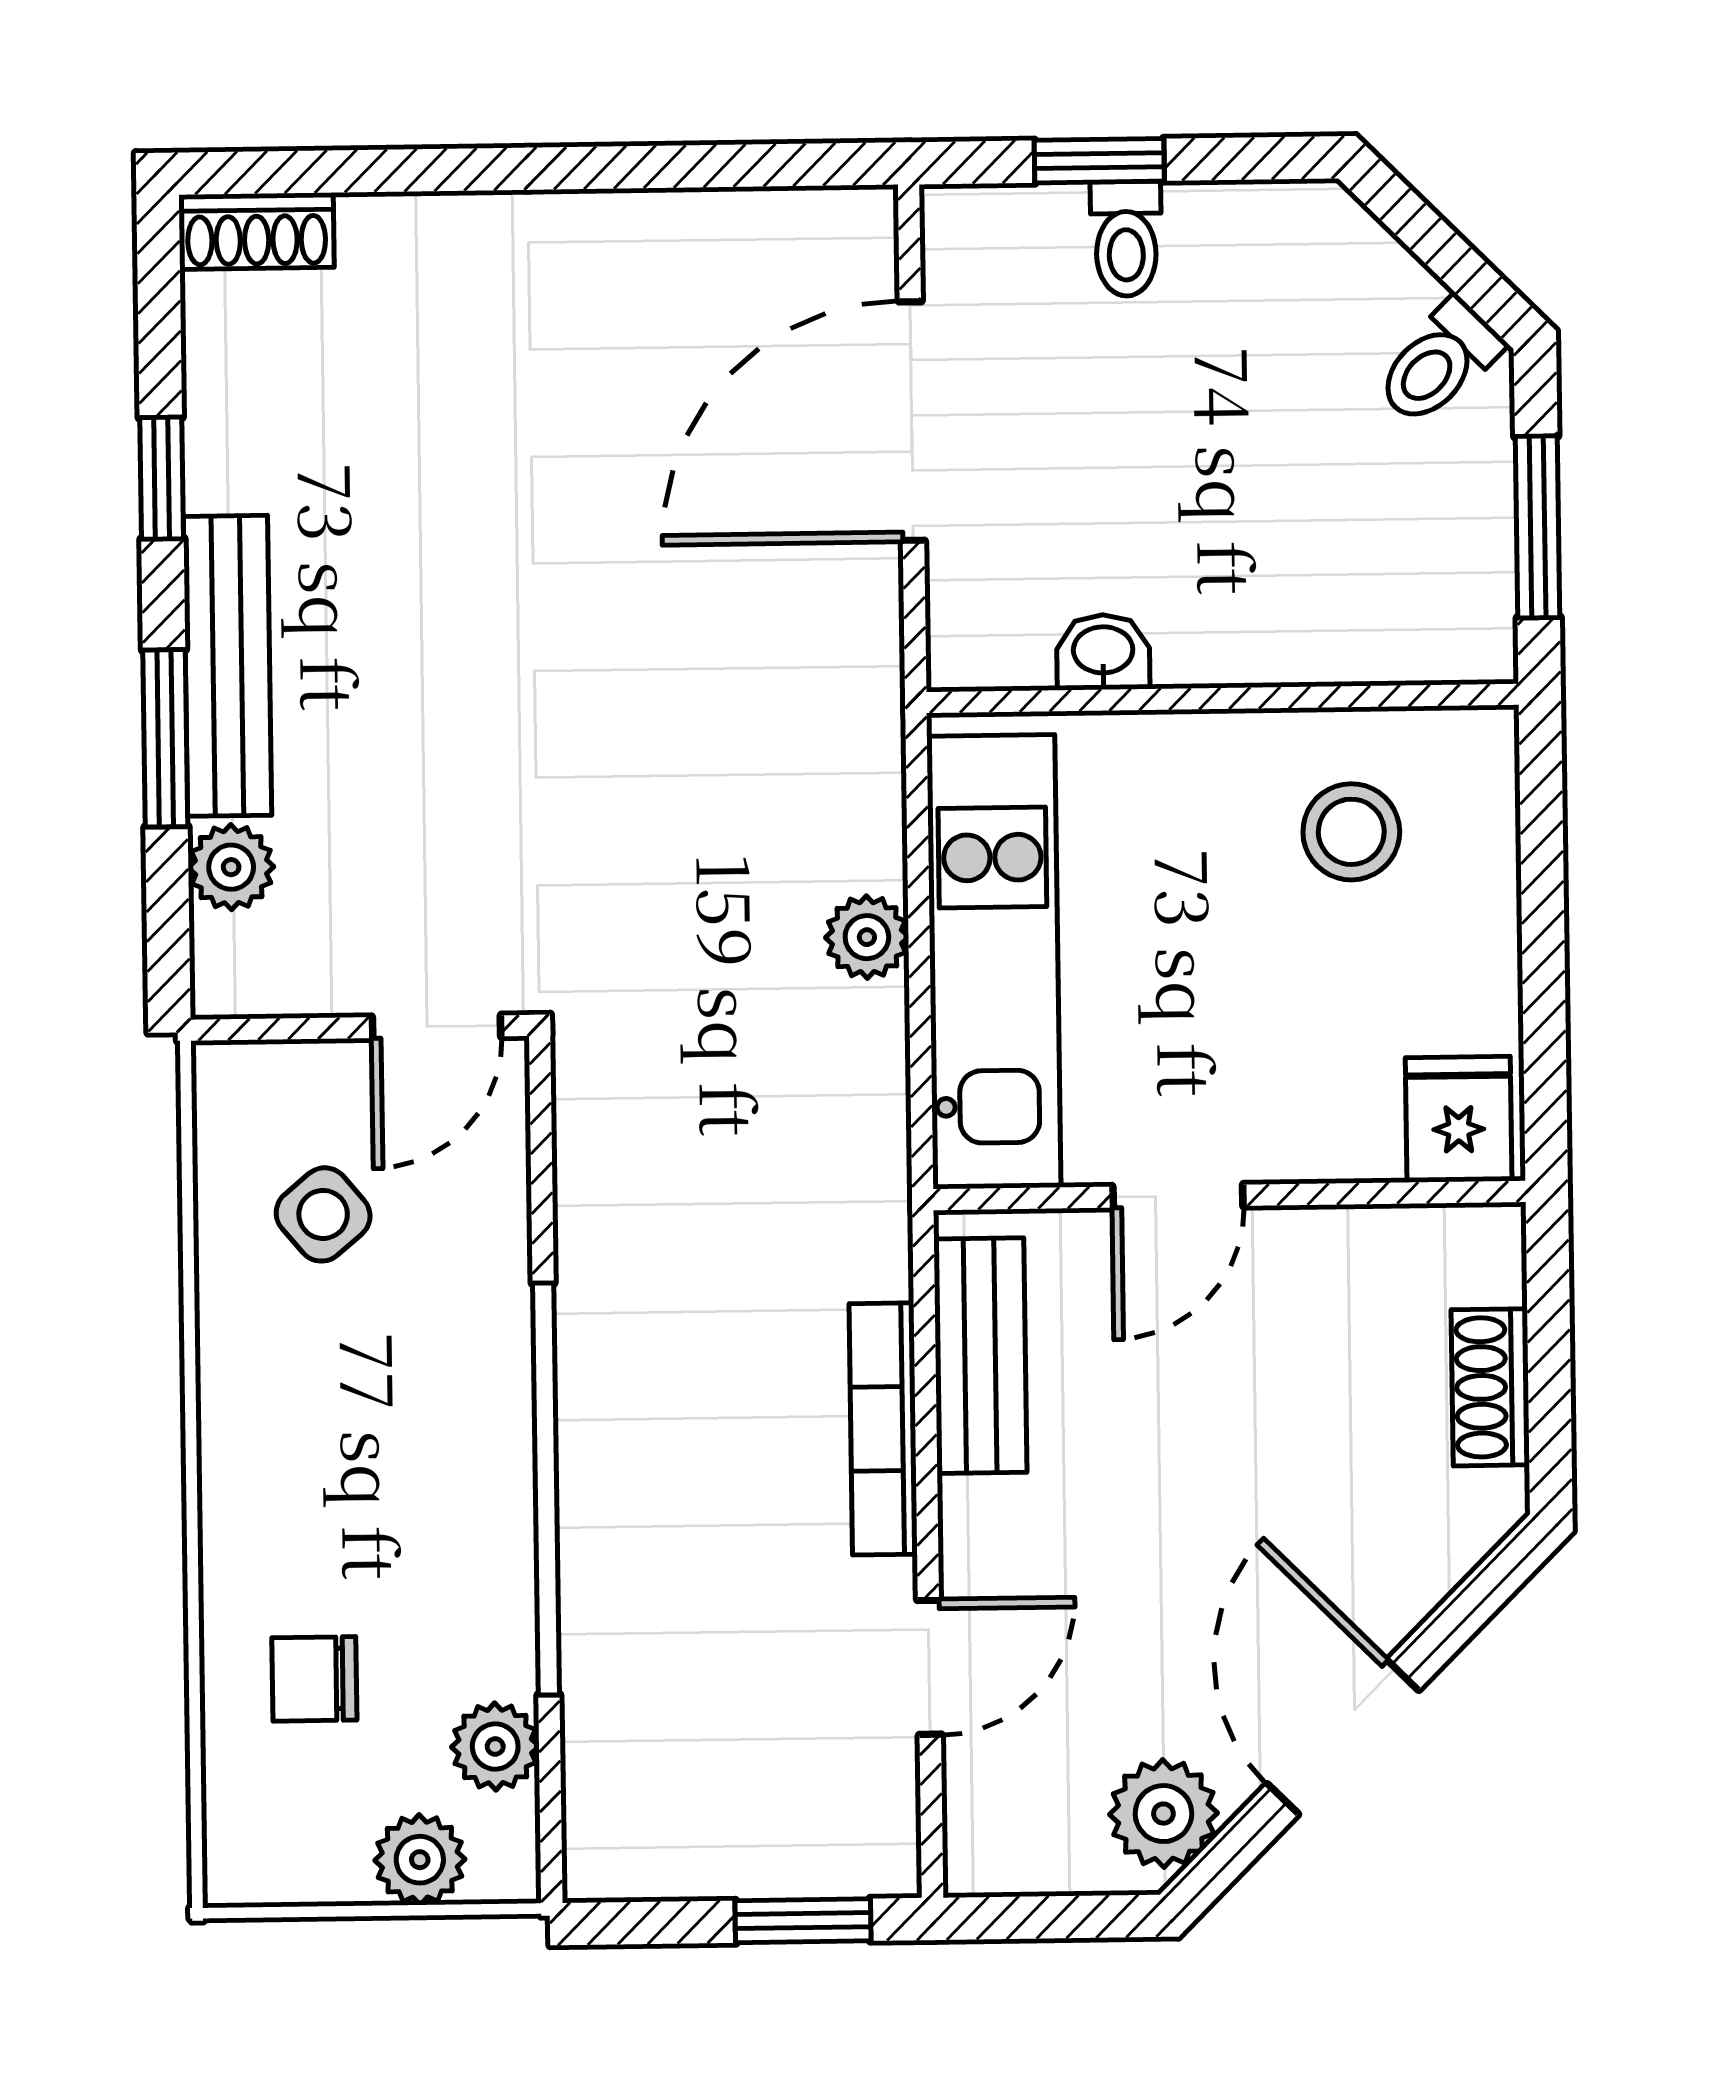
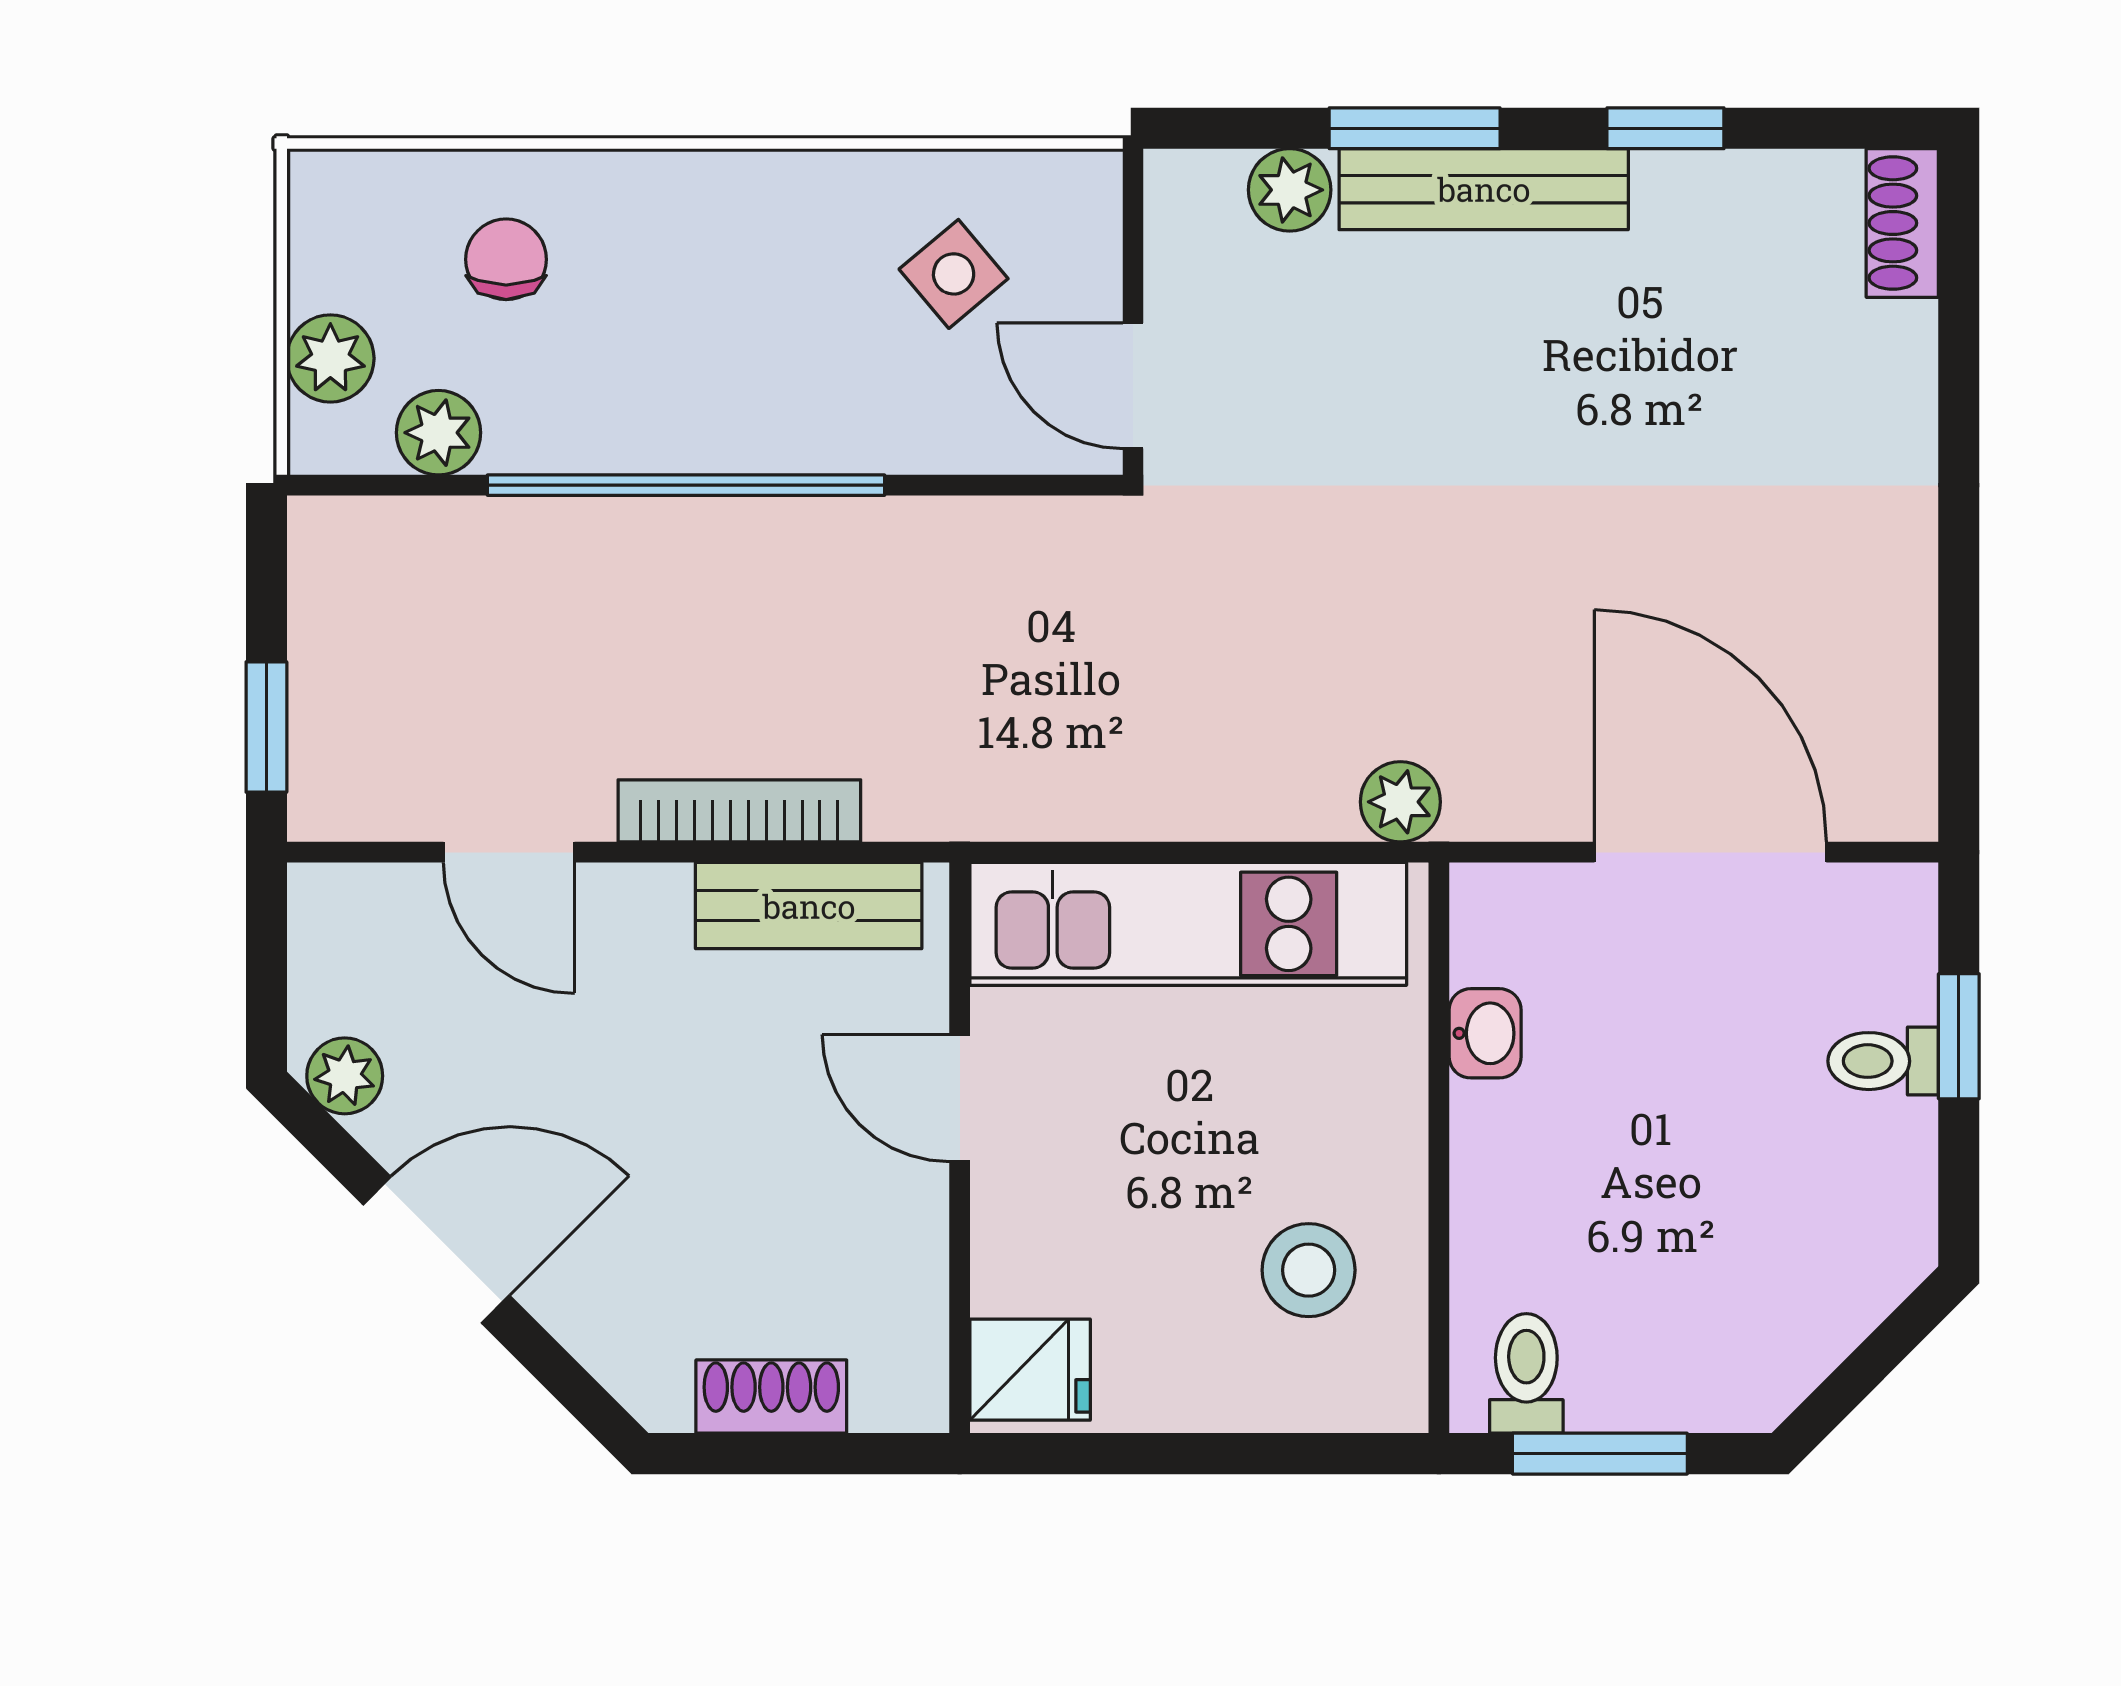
toilet: (1439, 363) -> (1526, 1373), moved, turned 45
plant: (867, 937) -> (1400, 802), moved
plant: (1163, 1814) -> (345, 1076), width x0.73, depth x0.73

